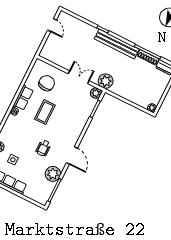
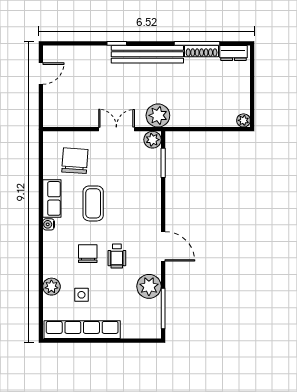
door: (52, 25) -> (41, 74), hinge flipped
chair: (28, 139) -> (88, 254), added

